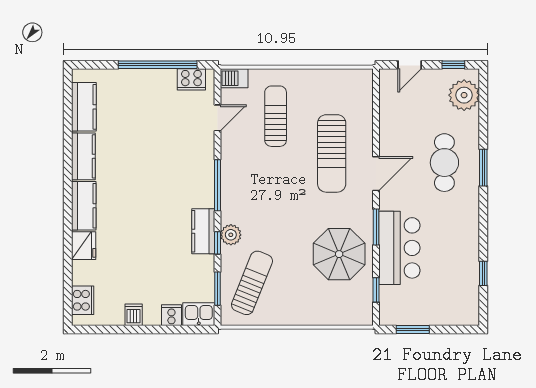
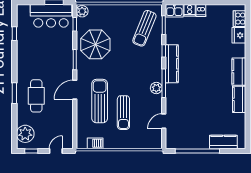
barbecue: (234, 78) -> (95, 143), moved
cooker: (191, 79) -> (178, 143), removed
kitchen counter: (84, 107) -> (223, 142), moved, turned 90
sun lounger: (276, 116) -> (123, 113), moved
kitchen counter: (203, 231) -> (172, 64), width x1.50
plant: (231, 235) -> (156, 88), moved
fridge: (84, 246) -> (239, 35), moved
bar counter: (399, 248) -> (51, 16), moved, turned -90
plant: (363, 313) -> (82, 11), added
dishwasher: (134, 315) -> (201, 10), moved

